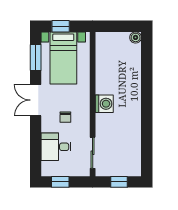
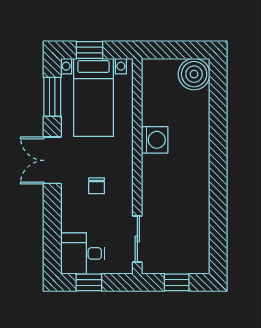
boiler: (136, 37) -> (194, 74), width x1.86, depth x1.86
washing machine: (104, 104) -> (155, 140), moved
desk: (56, 147) -> (83, 253), moved

